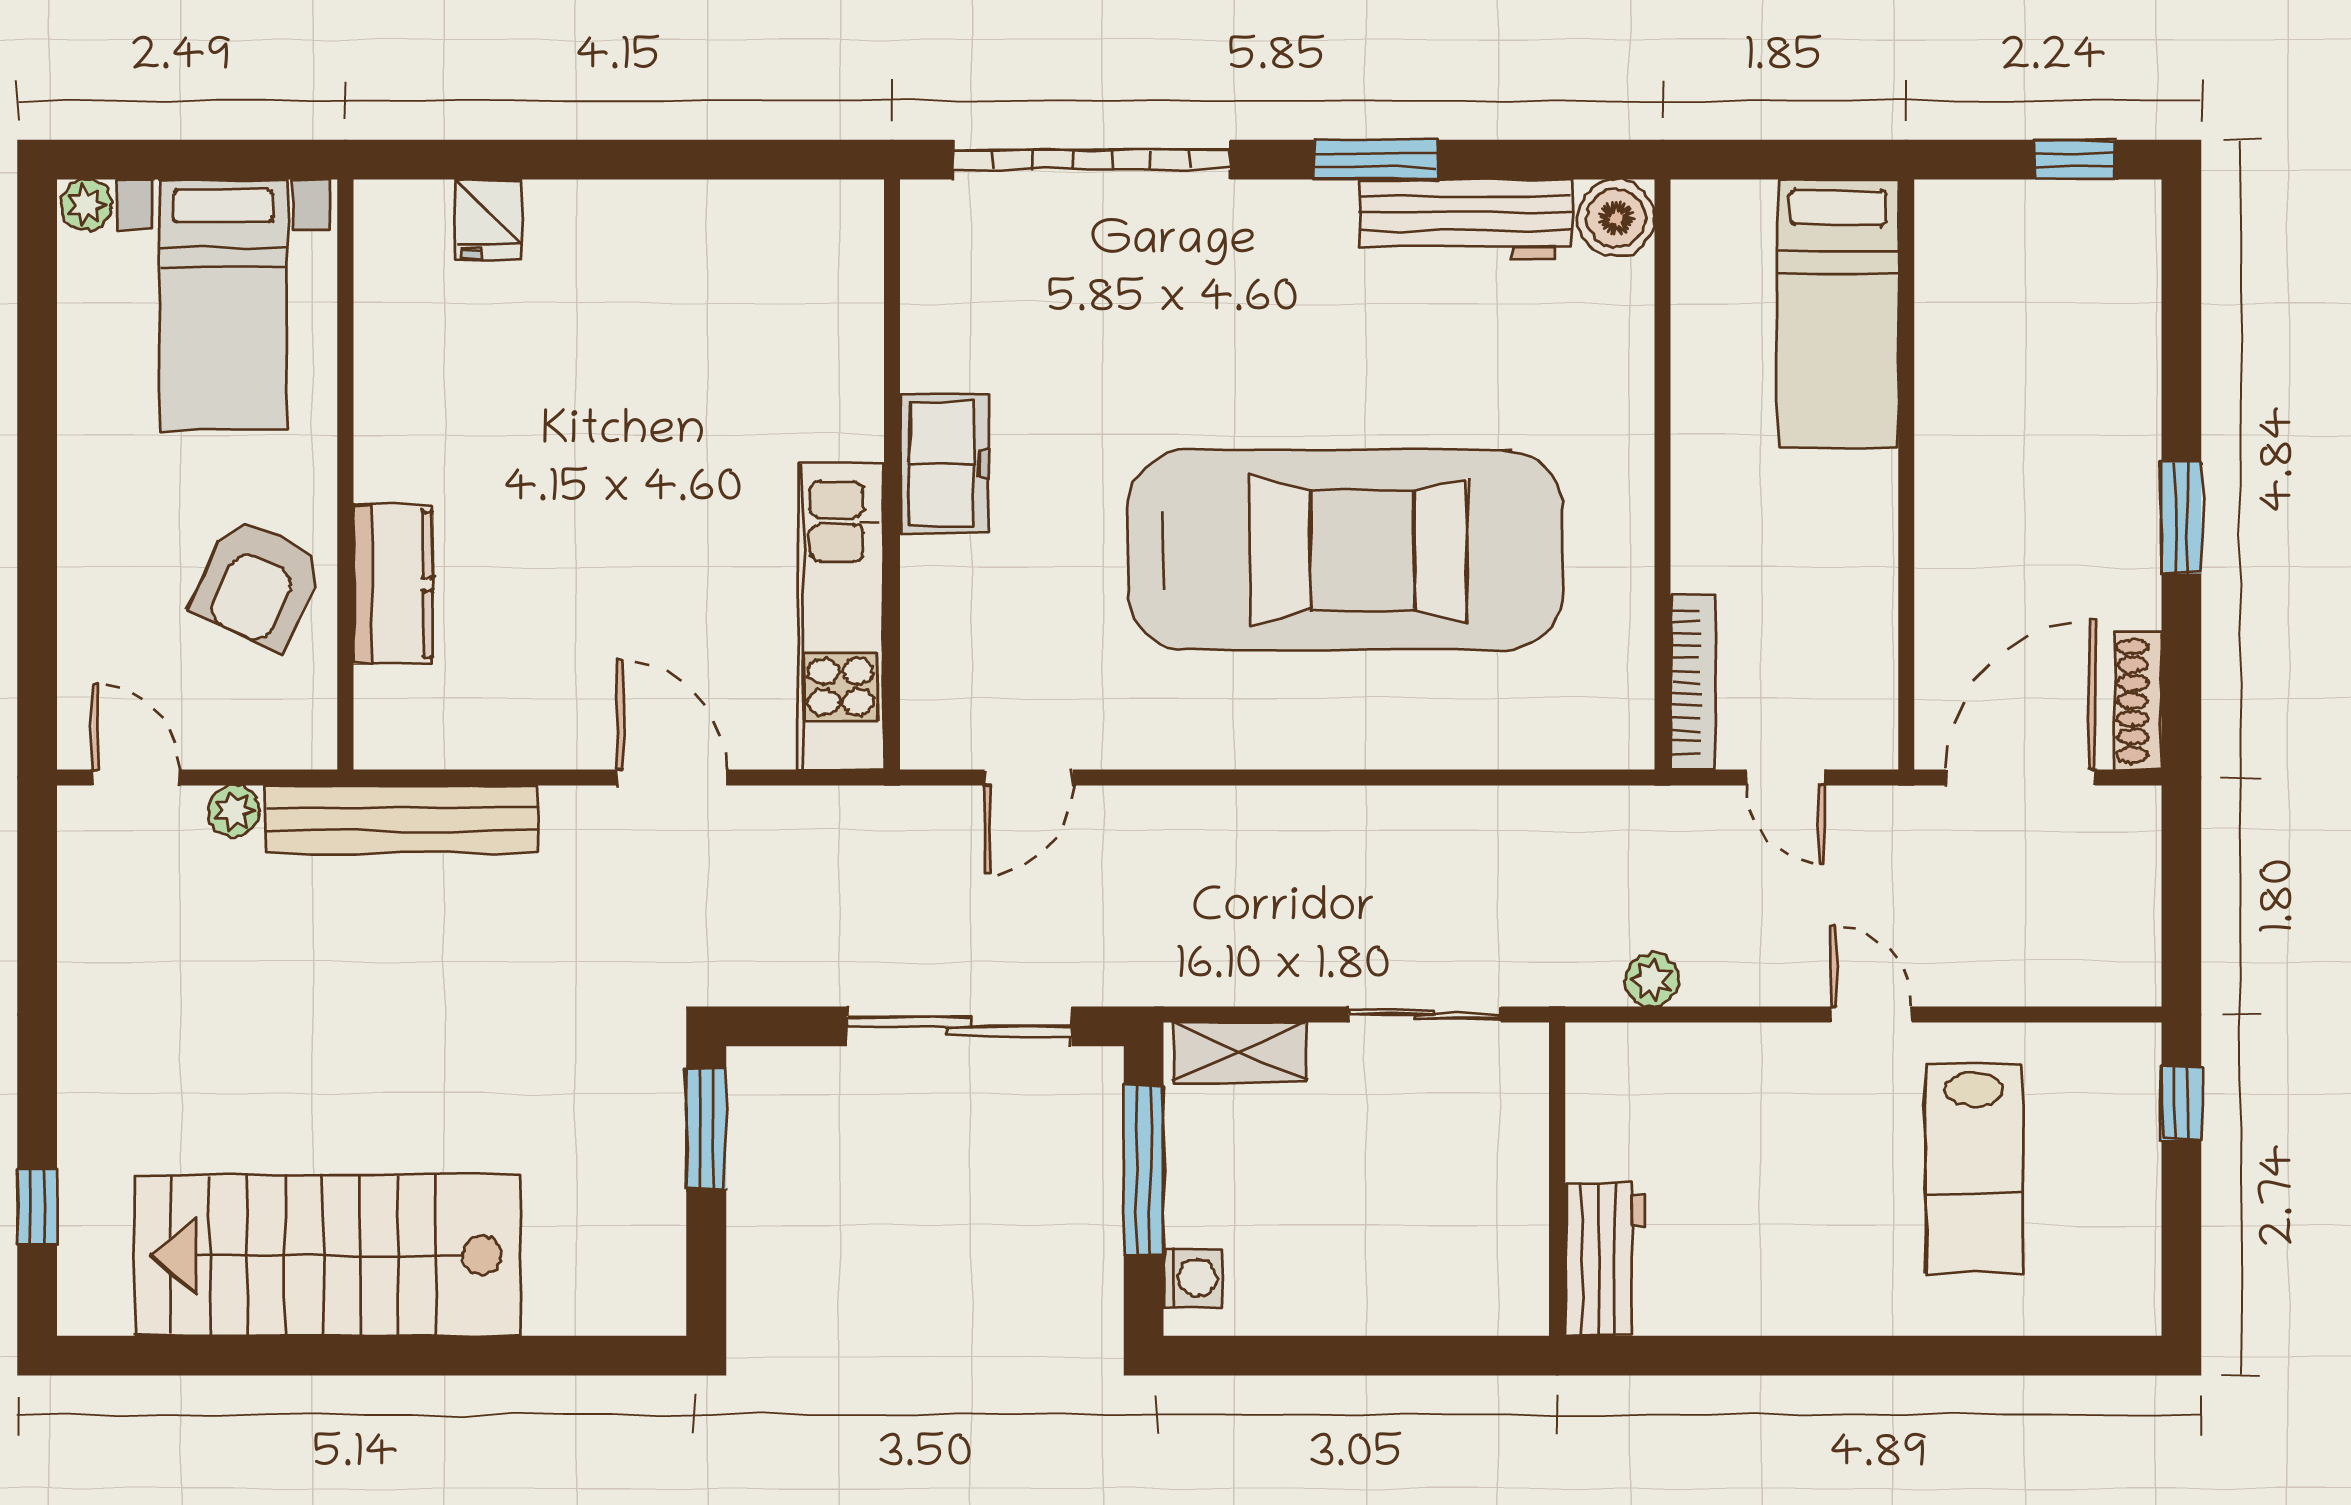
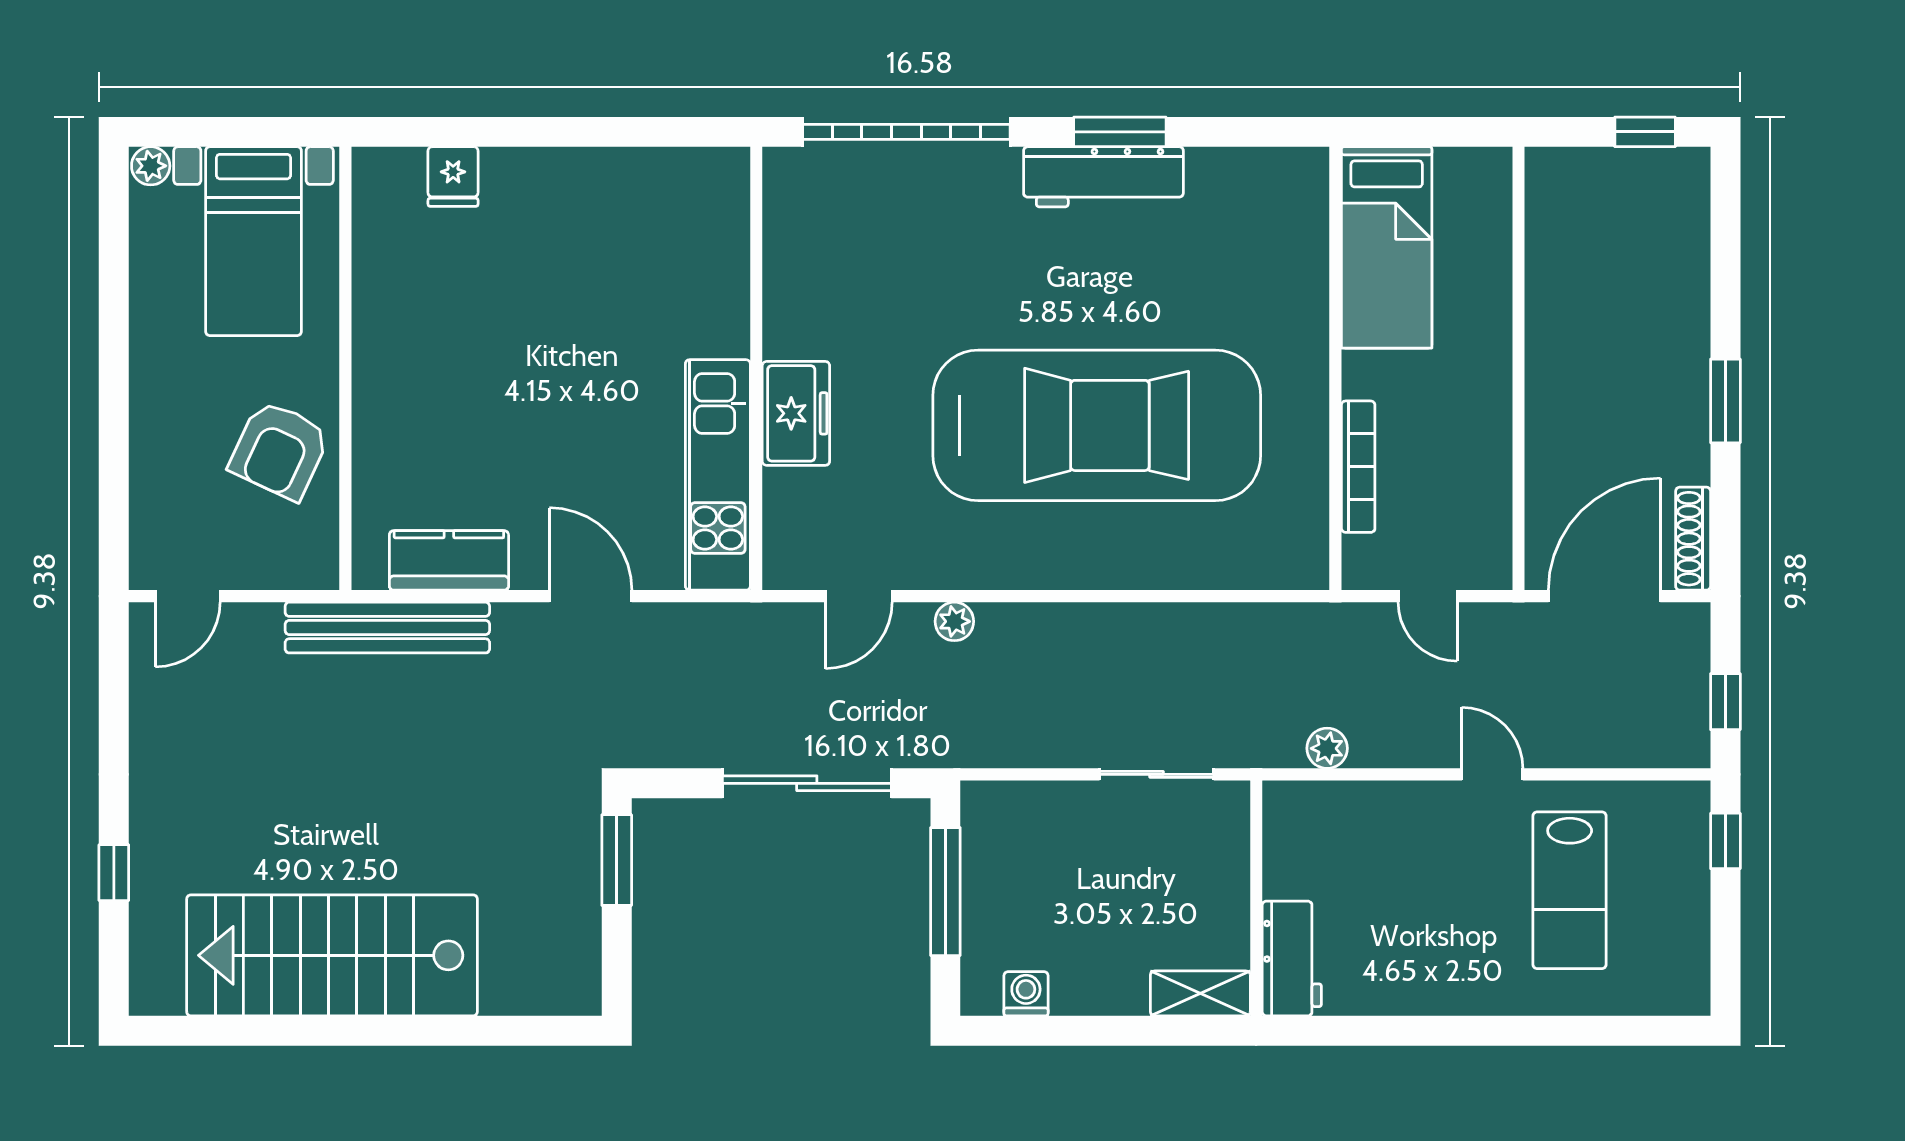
boiler: (1616, 218) -> (1300, 176), removed
workbench: (1466, 219) -> (1103, 177), moved
bed: (1838, 313) -> (1387, 247), moved
freezer: (945, 464) -> (796, 413), moved
kitchen counter: (393, 584) -> (449, 560), moved, turned -90
bookcase: (1693, 682) -> (1358, 467), moved
door: (136, 777) -> (188, 596), swing flipped
plant: (234, 811) -> (954, 621), moved
window: (2181, 918) -> (1725, 702), added
shelving: (1240, 1052) -> (1200, 993), moved
window: (37, 1206) -> (114, 873), moved
washing machine: (1193, 1278) -> (1026, 994), moved, turned -90

